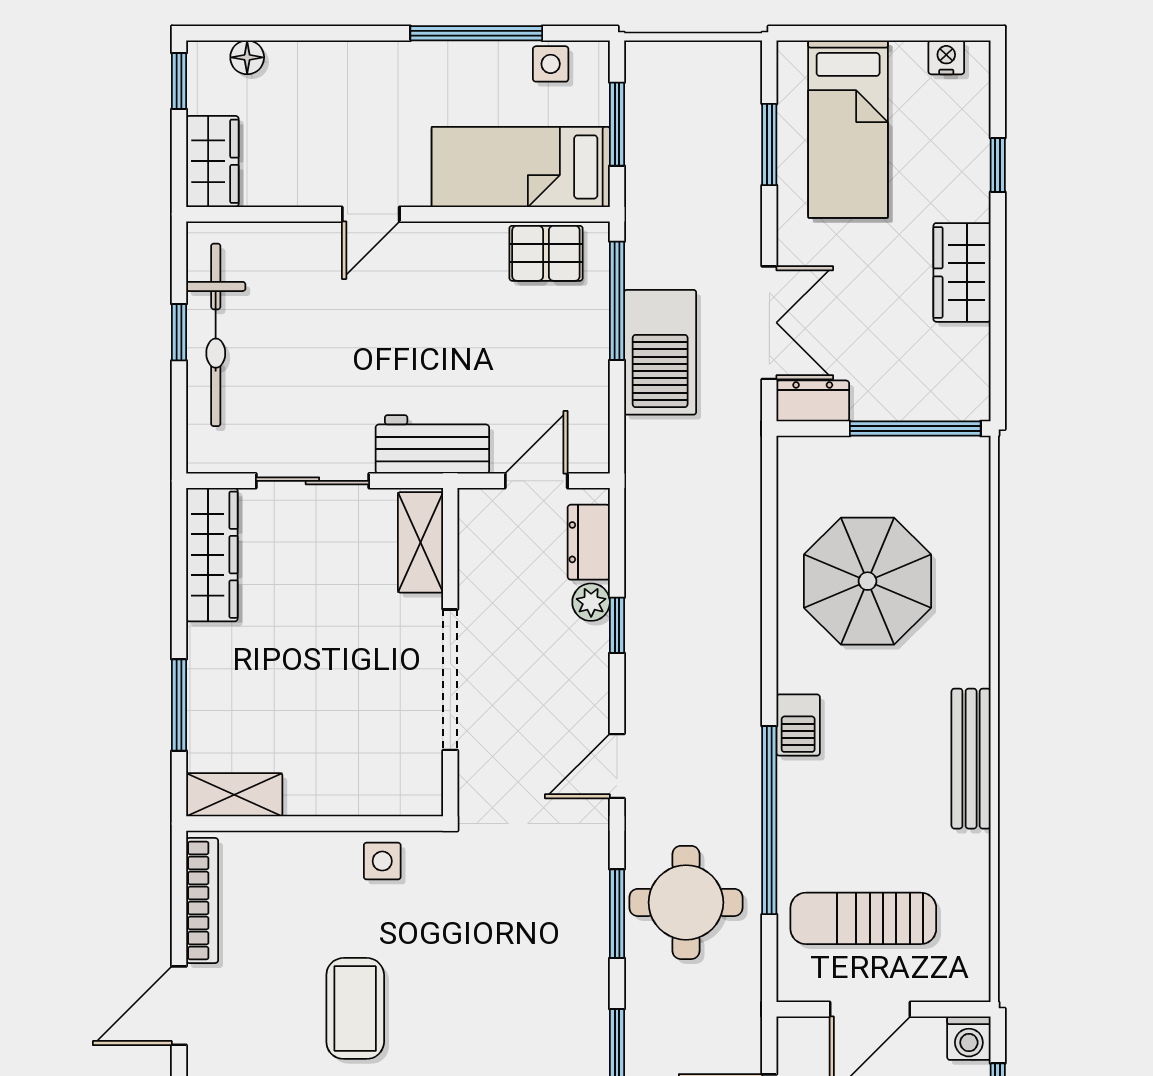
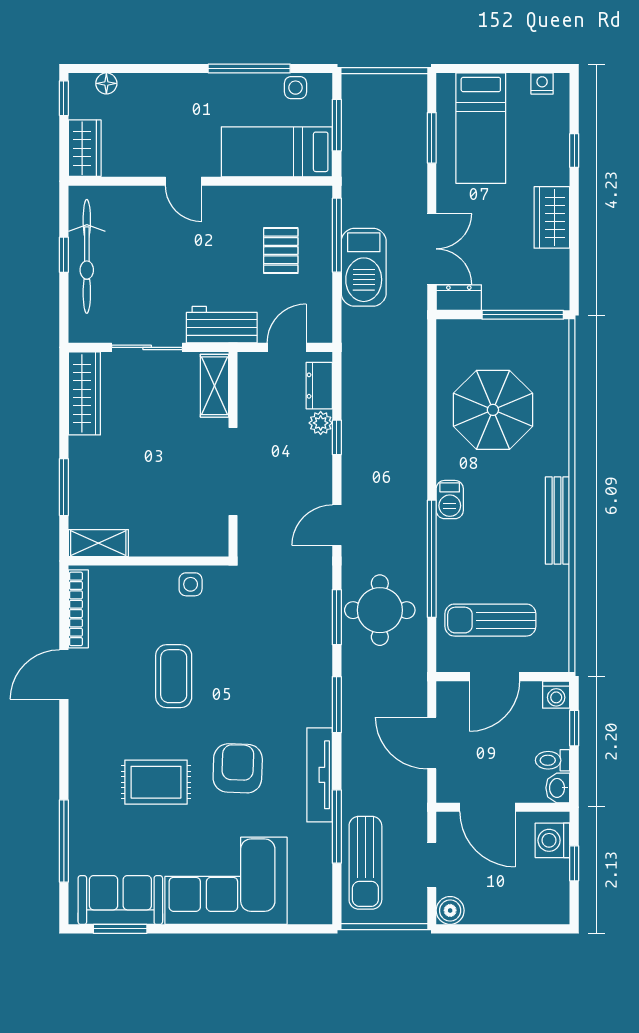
door: (371, 214) -> (183, 181), hinge flipped
pallet: (546, 253) -> (281, 251), moved, turned 90

